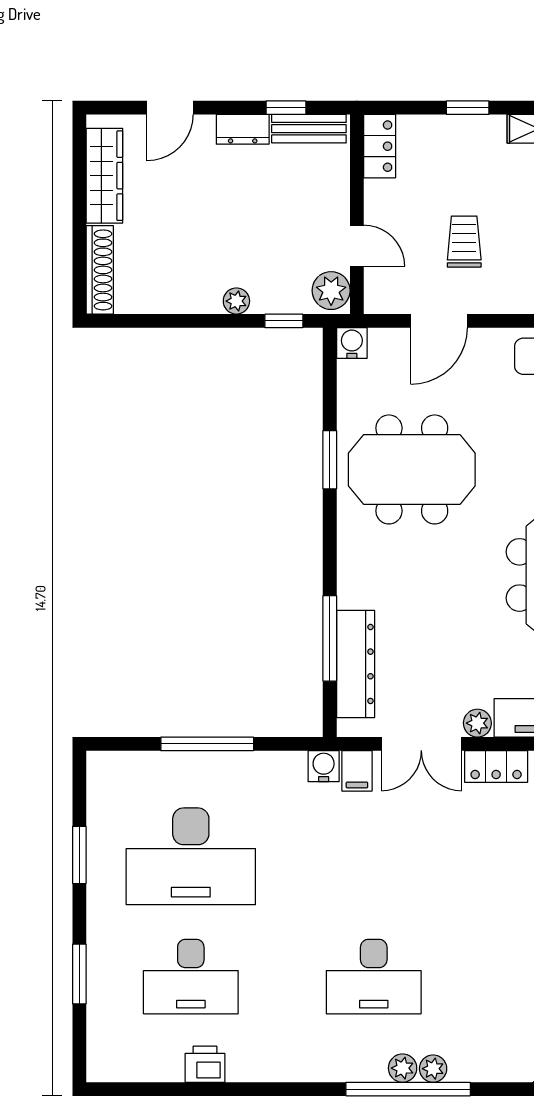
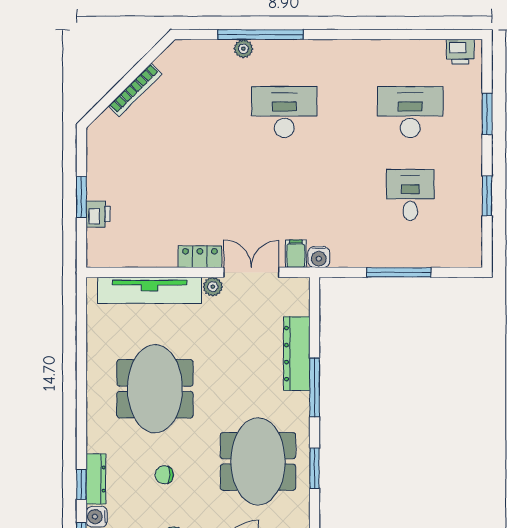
meeting table: (412, 469) -> (258, 461), turned 90
window: (330, 638) -> (315, 387), moved
dresser: (356, 664) -> (297, 354), moved
desk: (191, 856) -> (410, 195), width x0.53, depth x0.77
printer: (205, 1064) -> (460, 52), moved
plant: (403, 1068) -> (264, 49), removed

